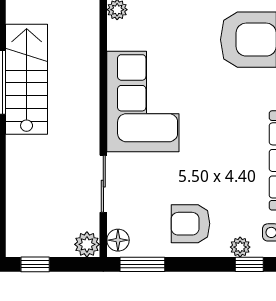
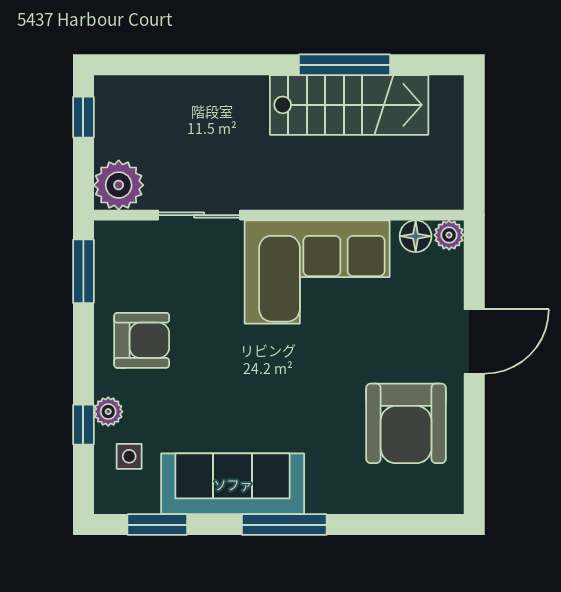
armchair: (190, 224) -> (142, 340), turned 90
floor lamp: (118, 240) -> (416, 236), moved
plant: (87, 244) -> (119, 185), width x1.36, depth x1.36

